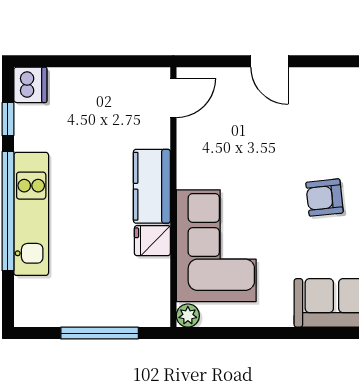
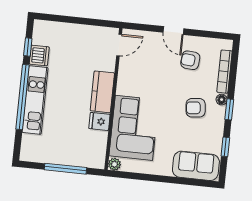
dishwasher: (30, 85) -> (39, 55), moved
armchair: (306, 112) -> (190, 60), added

